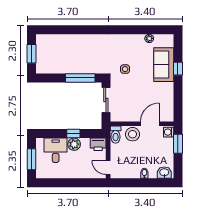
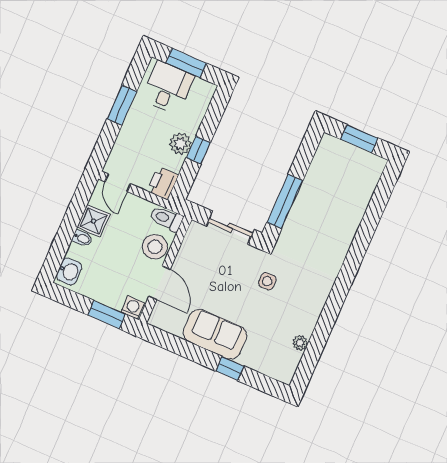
sofa: (164, 65) -> (215, 334), moved
desk: (56, 150) -> (168, 88), moved, turned -90
door: (108, 168) -> (118, 183), swing flipped
shower: (133, 171) -> (93, 221), added
window: (68, 183) -> (122, 105), added

